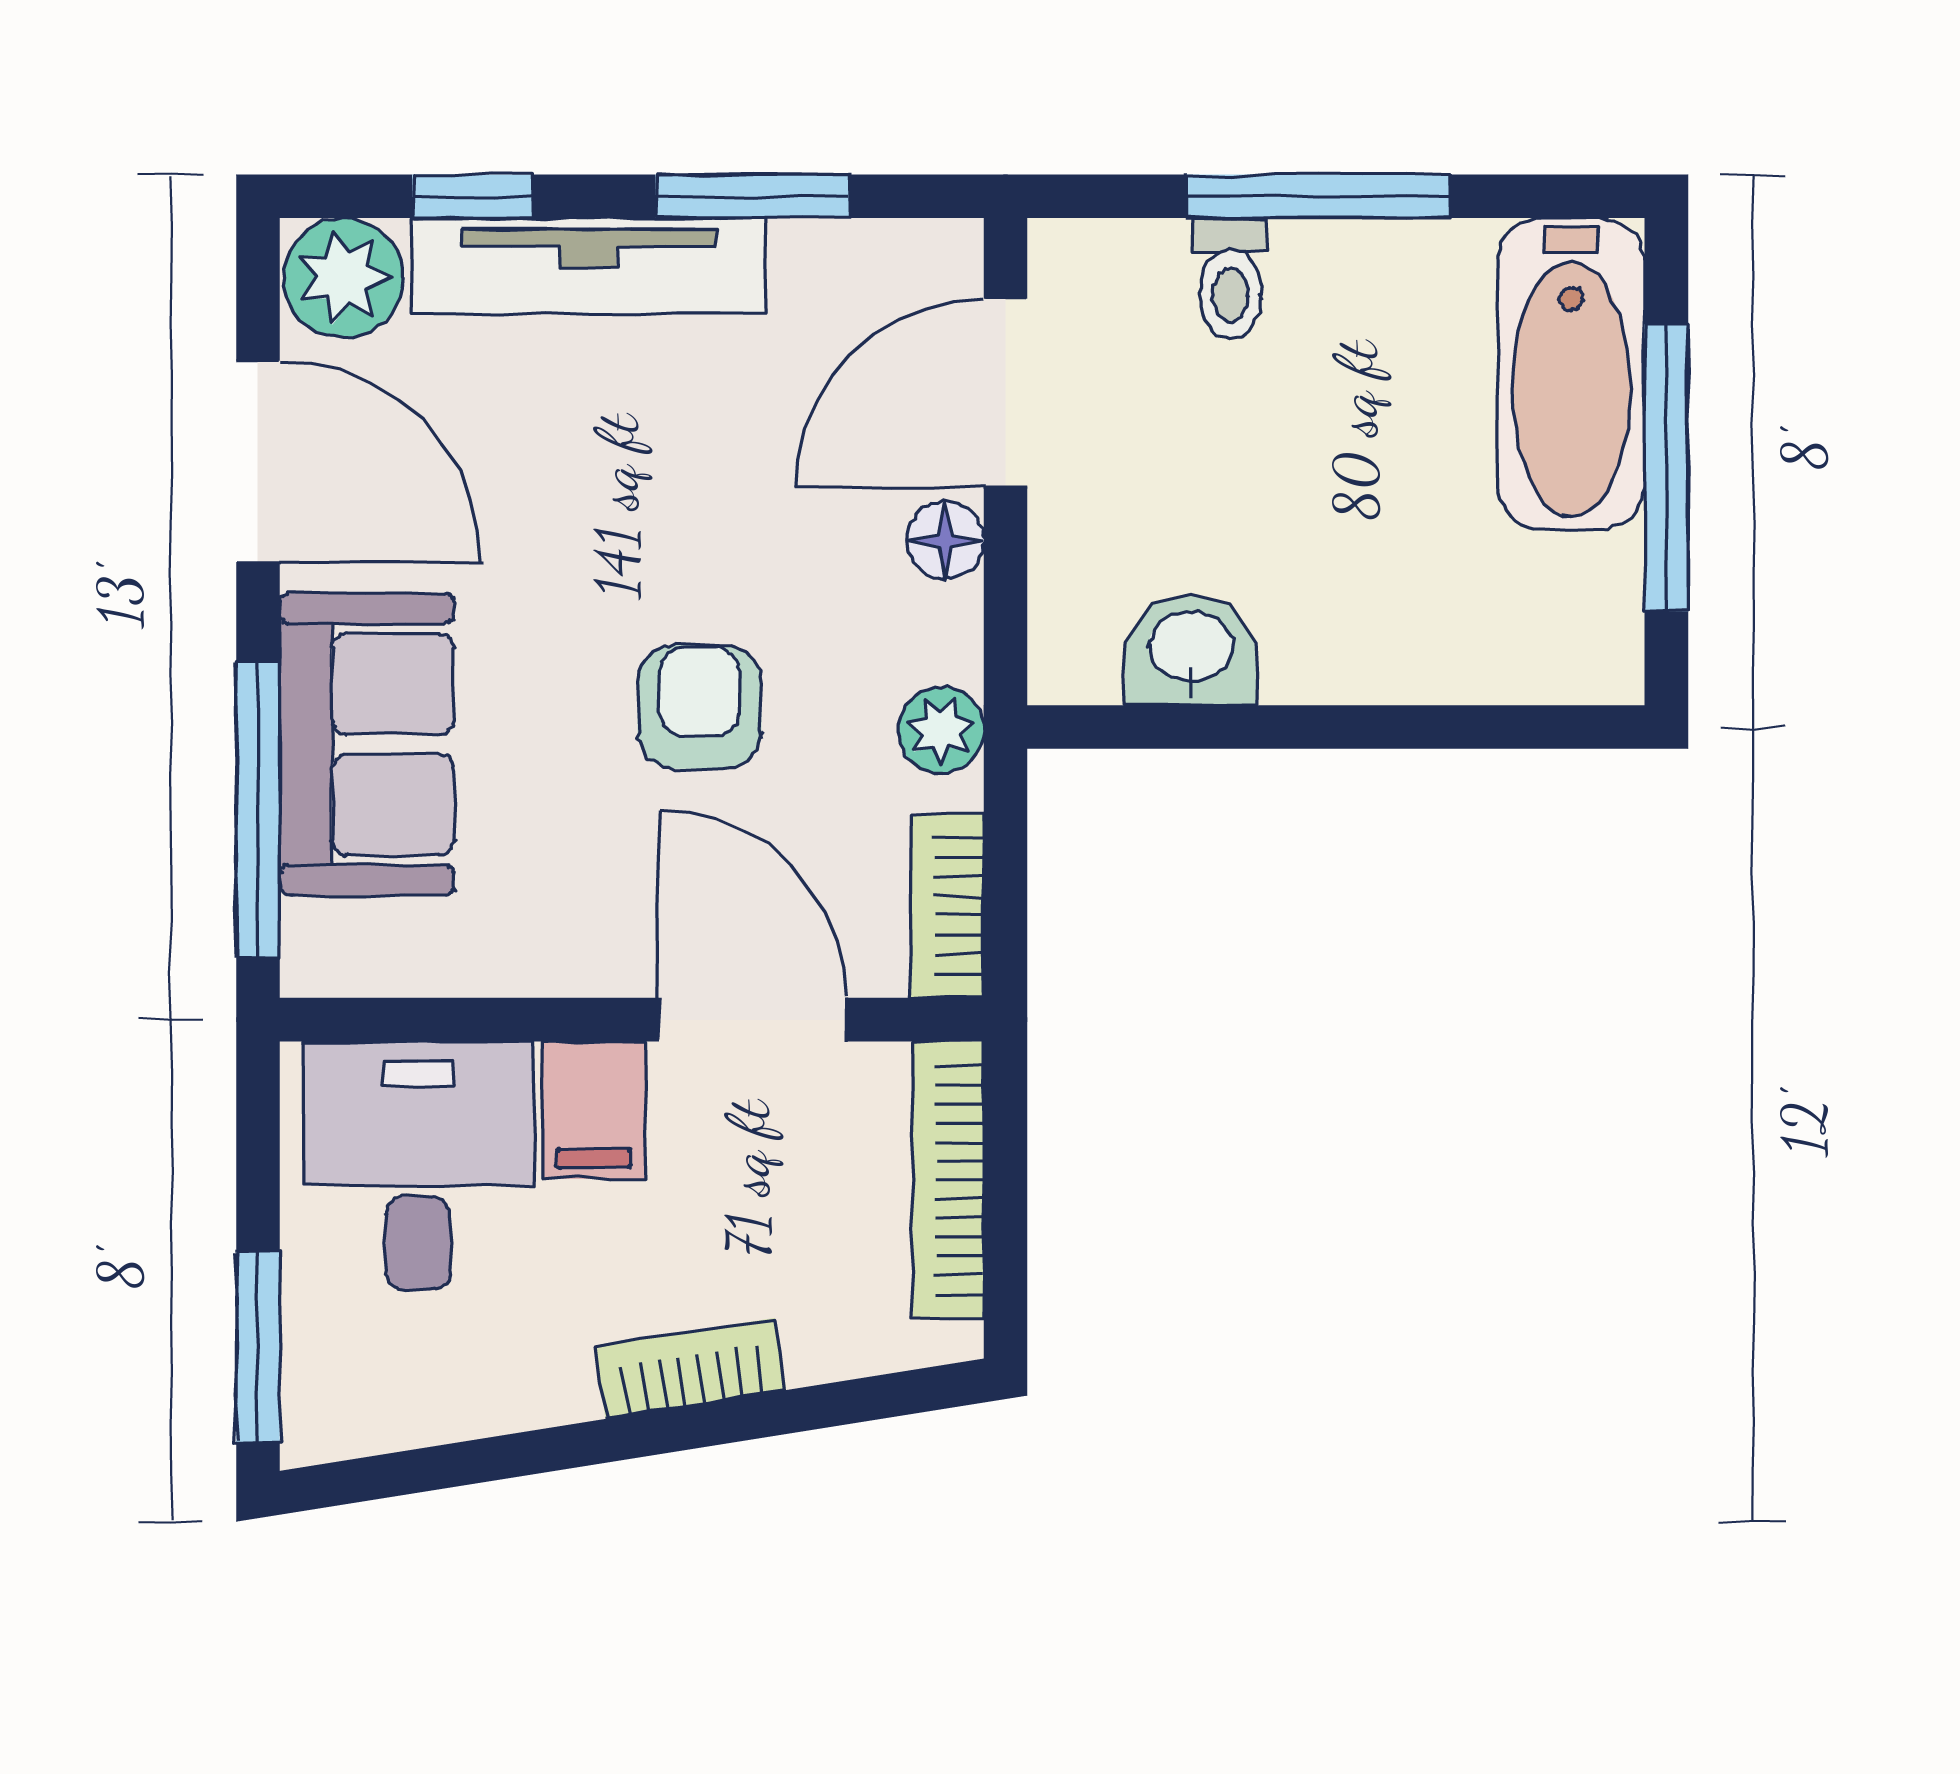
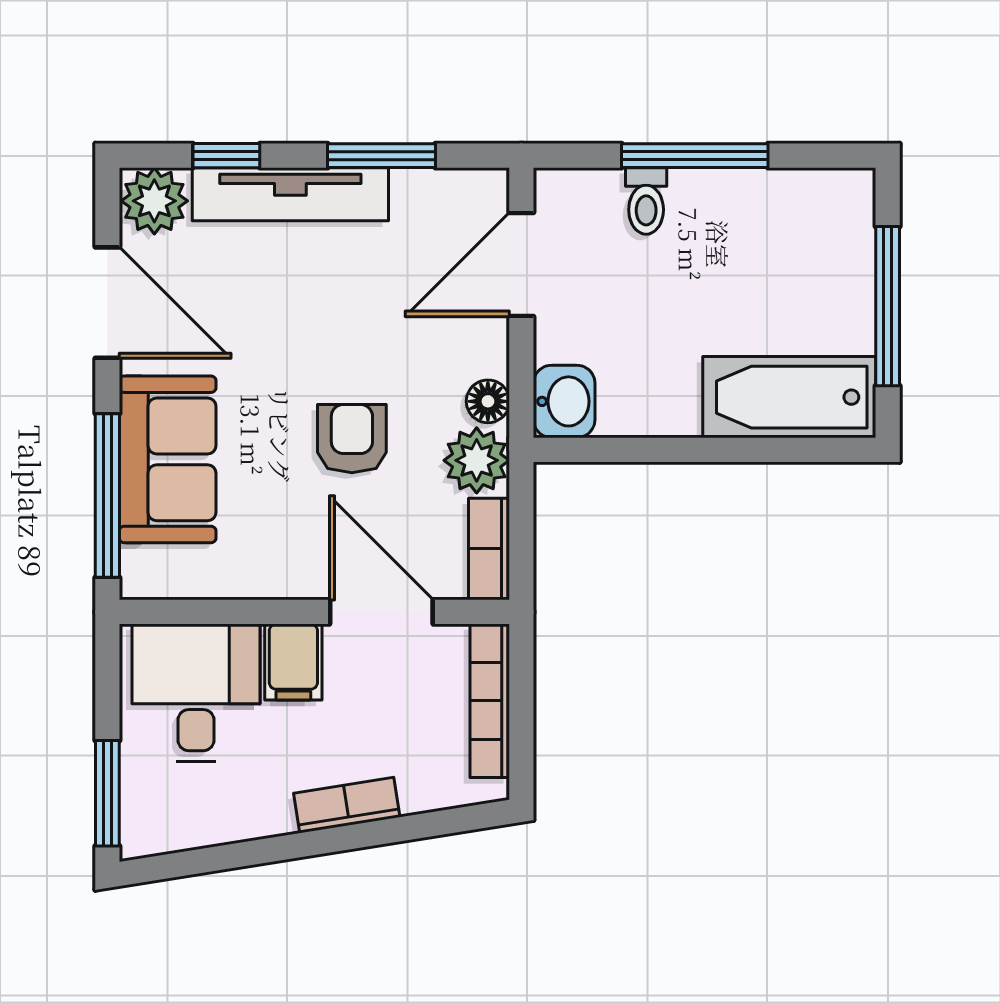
bathtub: (1571, 374) -> (789, 397), moved, turned 90
floor lamp: (945, 540) -> (488, 401), moved
washbasin: (1191, 650) -> (564, 401), moved, turned 90
plant: (941, 730) -> (477, 460), width x1.38, depth x1.38

